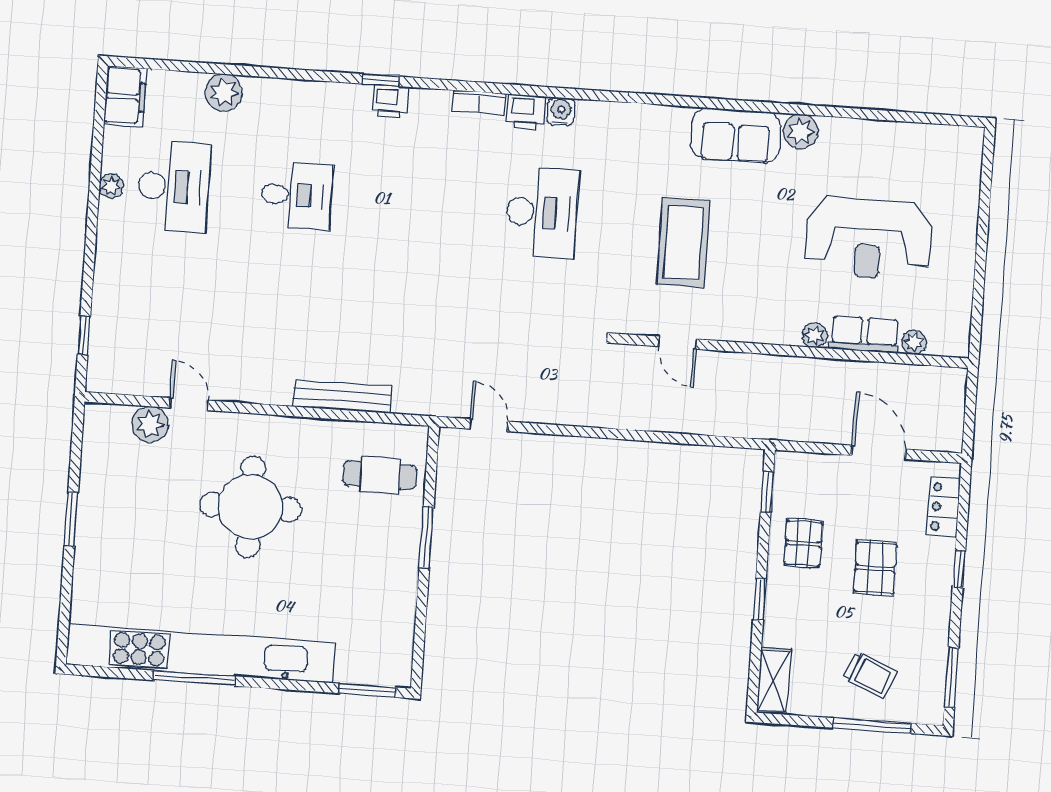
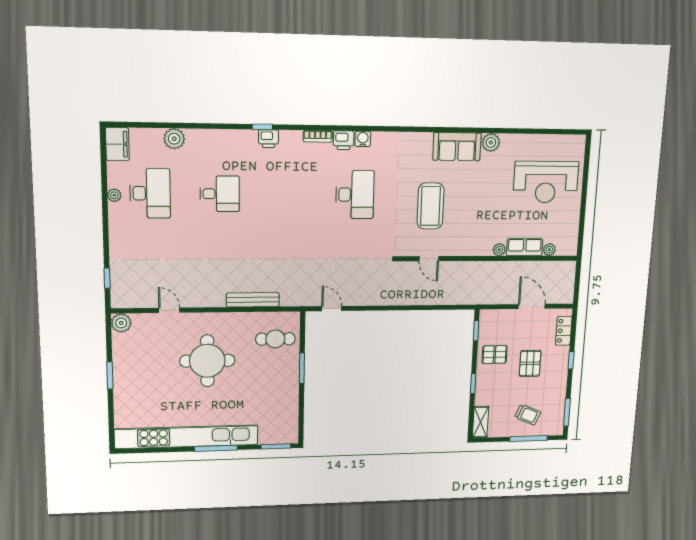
reception desk: (868, 239) -> (546, 182), moved
plant: (150, 424) -> (121, 323), moved
pallet: (803, 543) -> (495, 354), turned 90
window: (194, 678) -> (216, 448), moved

